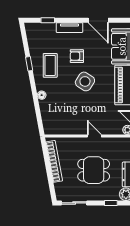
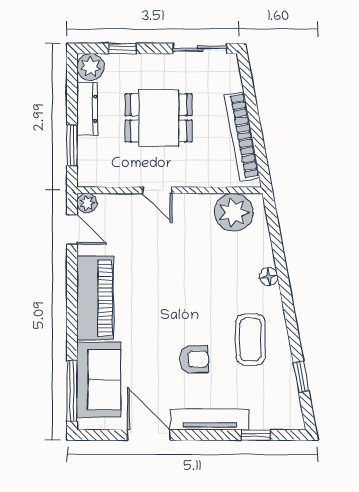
tv unit: (69, 28) -> (210, 419), width x1.41
window: (29, 64) -> (301, 377), moved
side table: (85, 81) -> (177, 305), removed
plant: (58, 125) -> (234, 212), added

